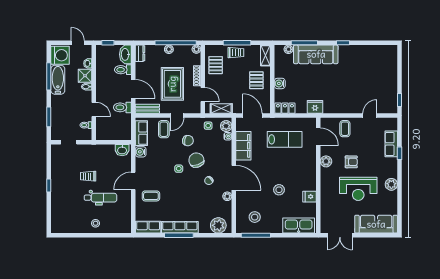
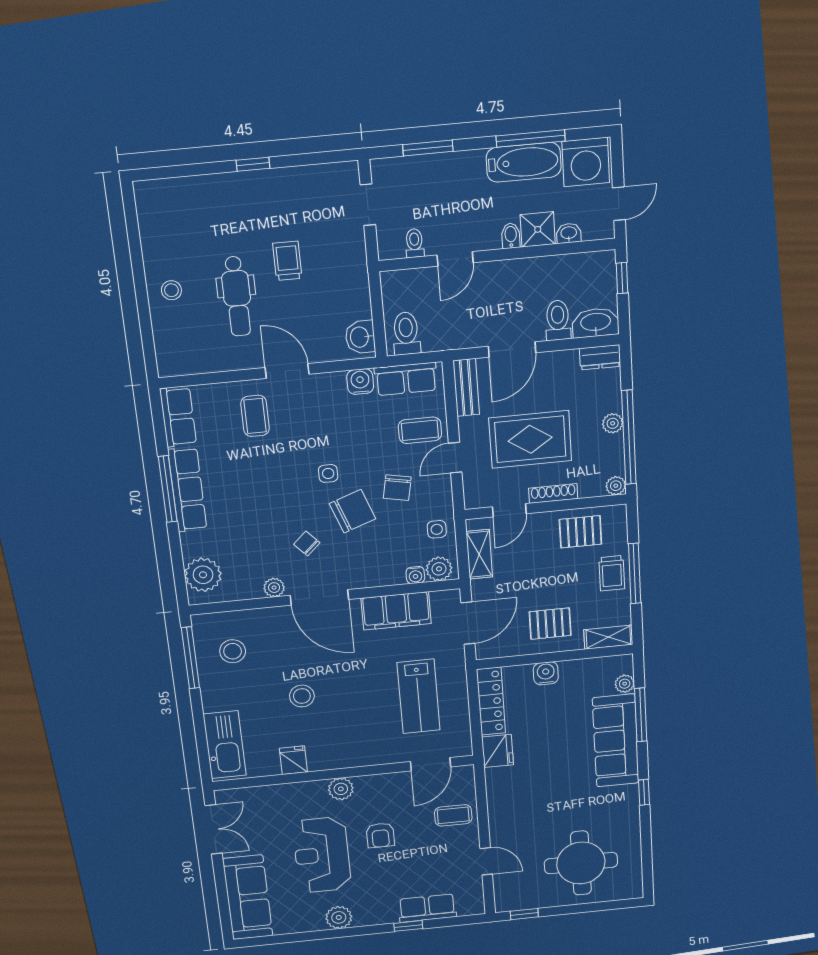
round table: (376, 73) -> (581, 863), added
toilet: (122, 107) -> (406, 333), moved
locker: (285, 108) -> (491, 701), width x1.53
door: (177, 116) -> (455, 458), hinge flipped
plant: (326, 161) -> (341, 789), moved
door: (234, 178) -> (319, 597), hinge flipped
double door: (340, 235) -> (214, 829), swing flipped

